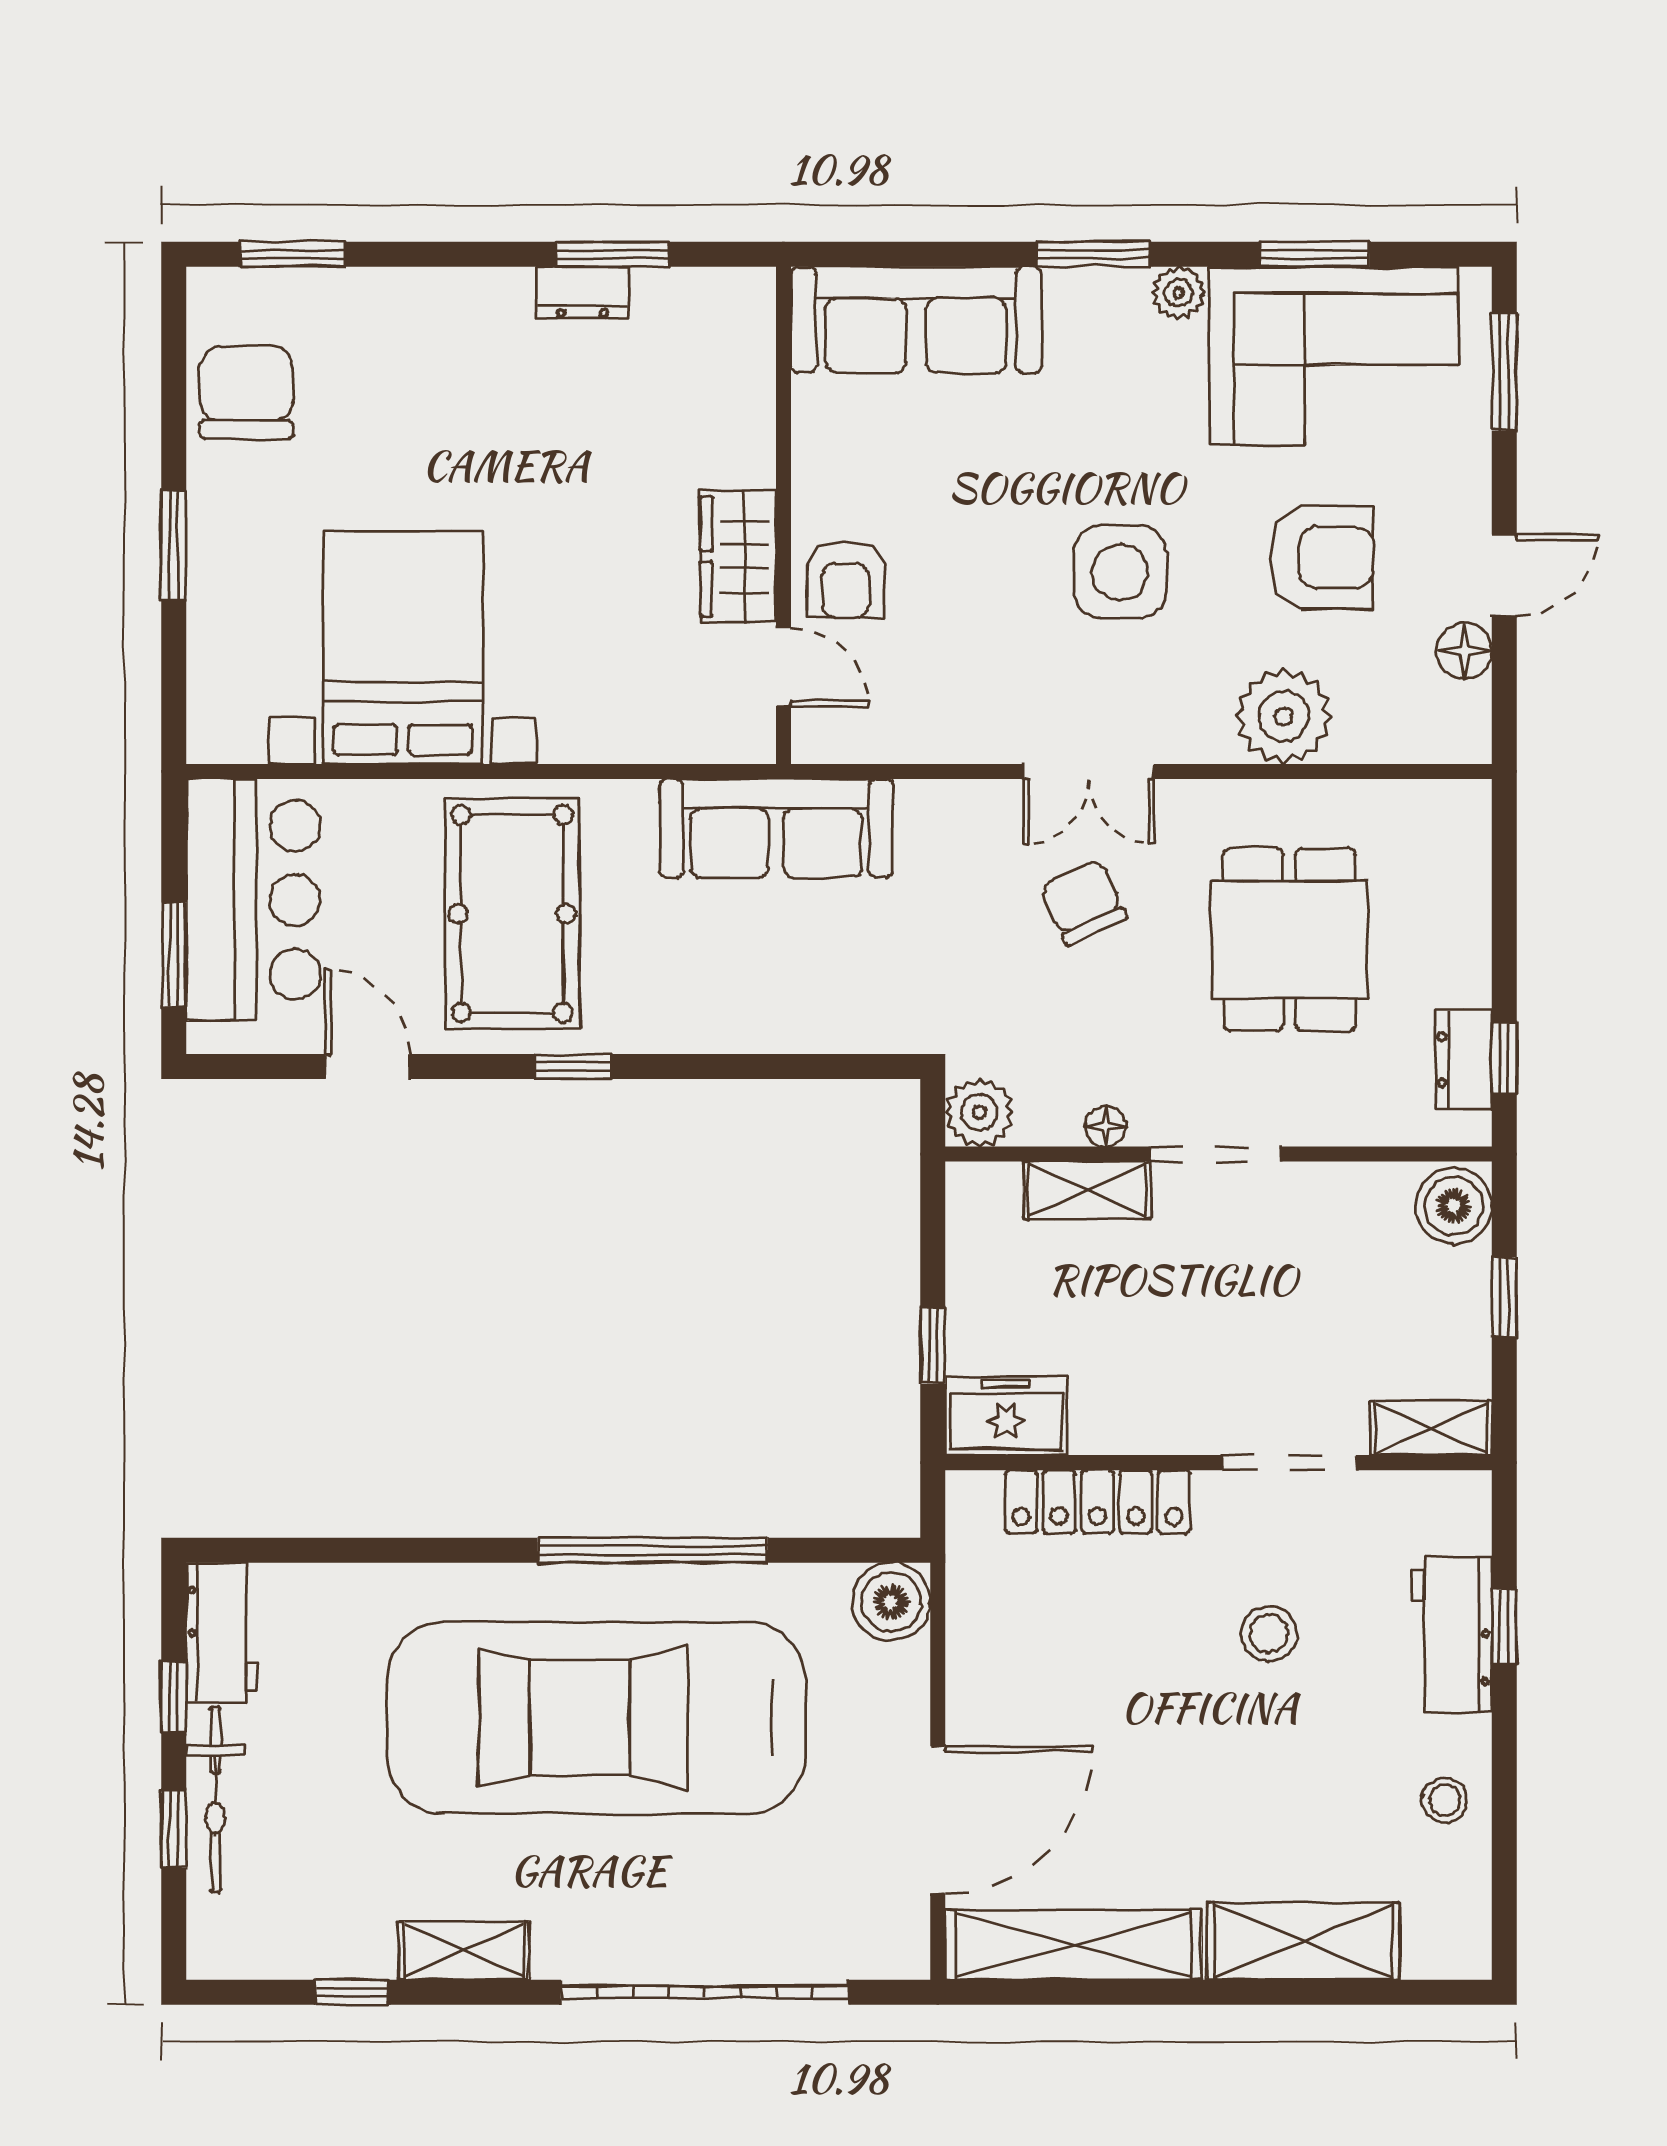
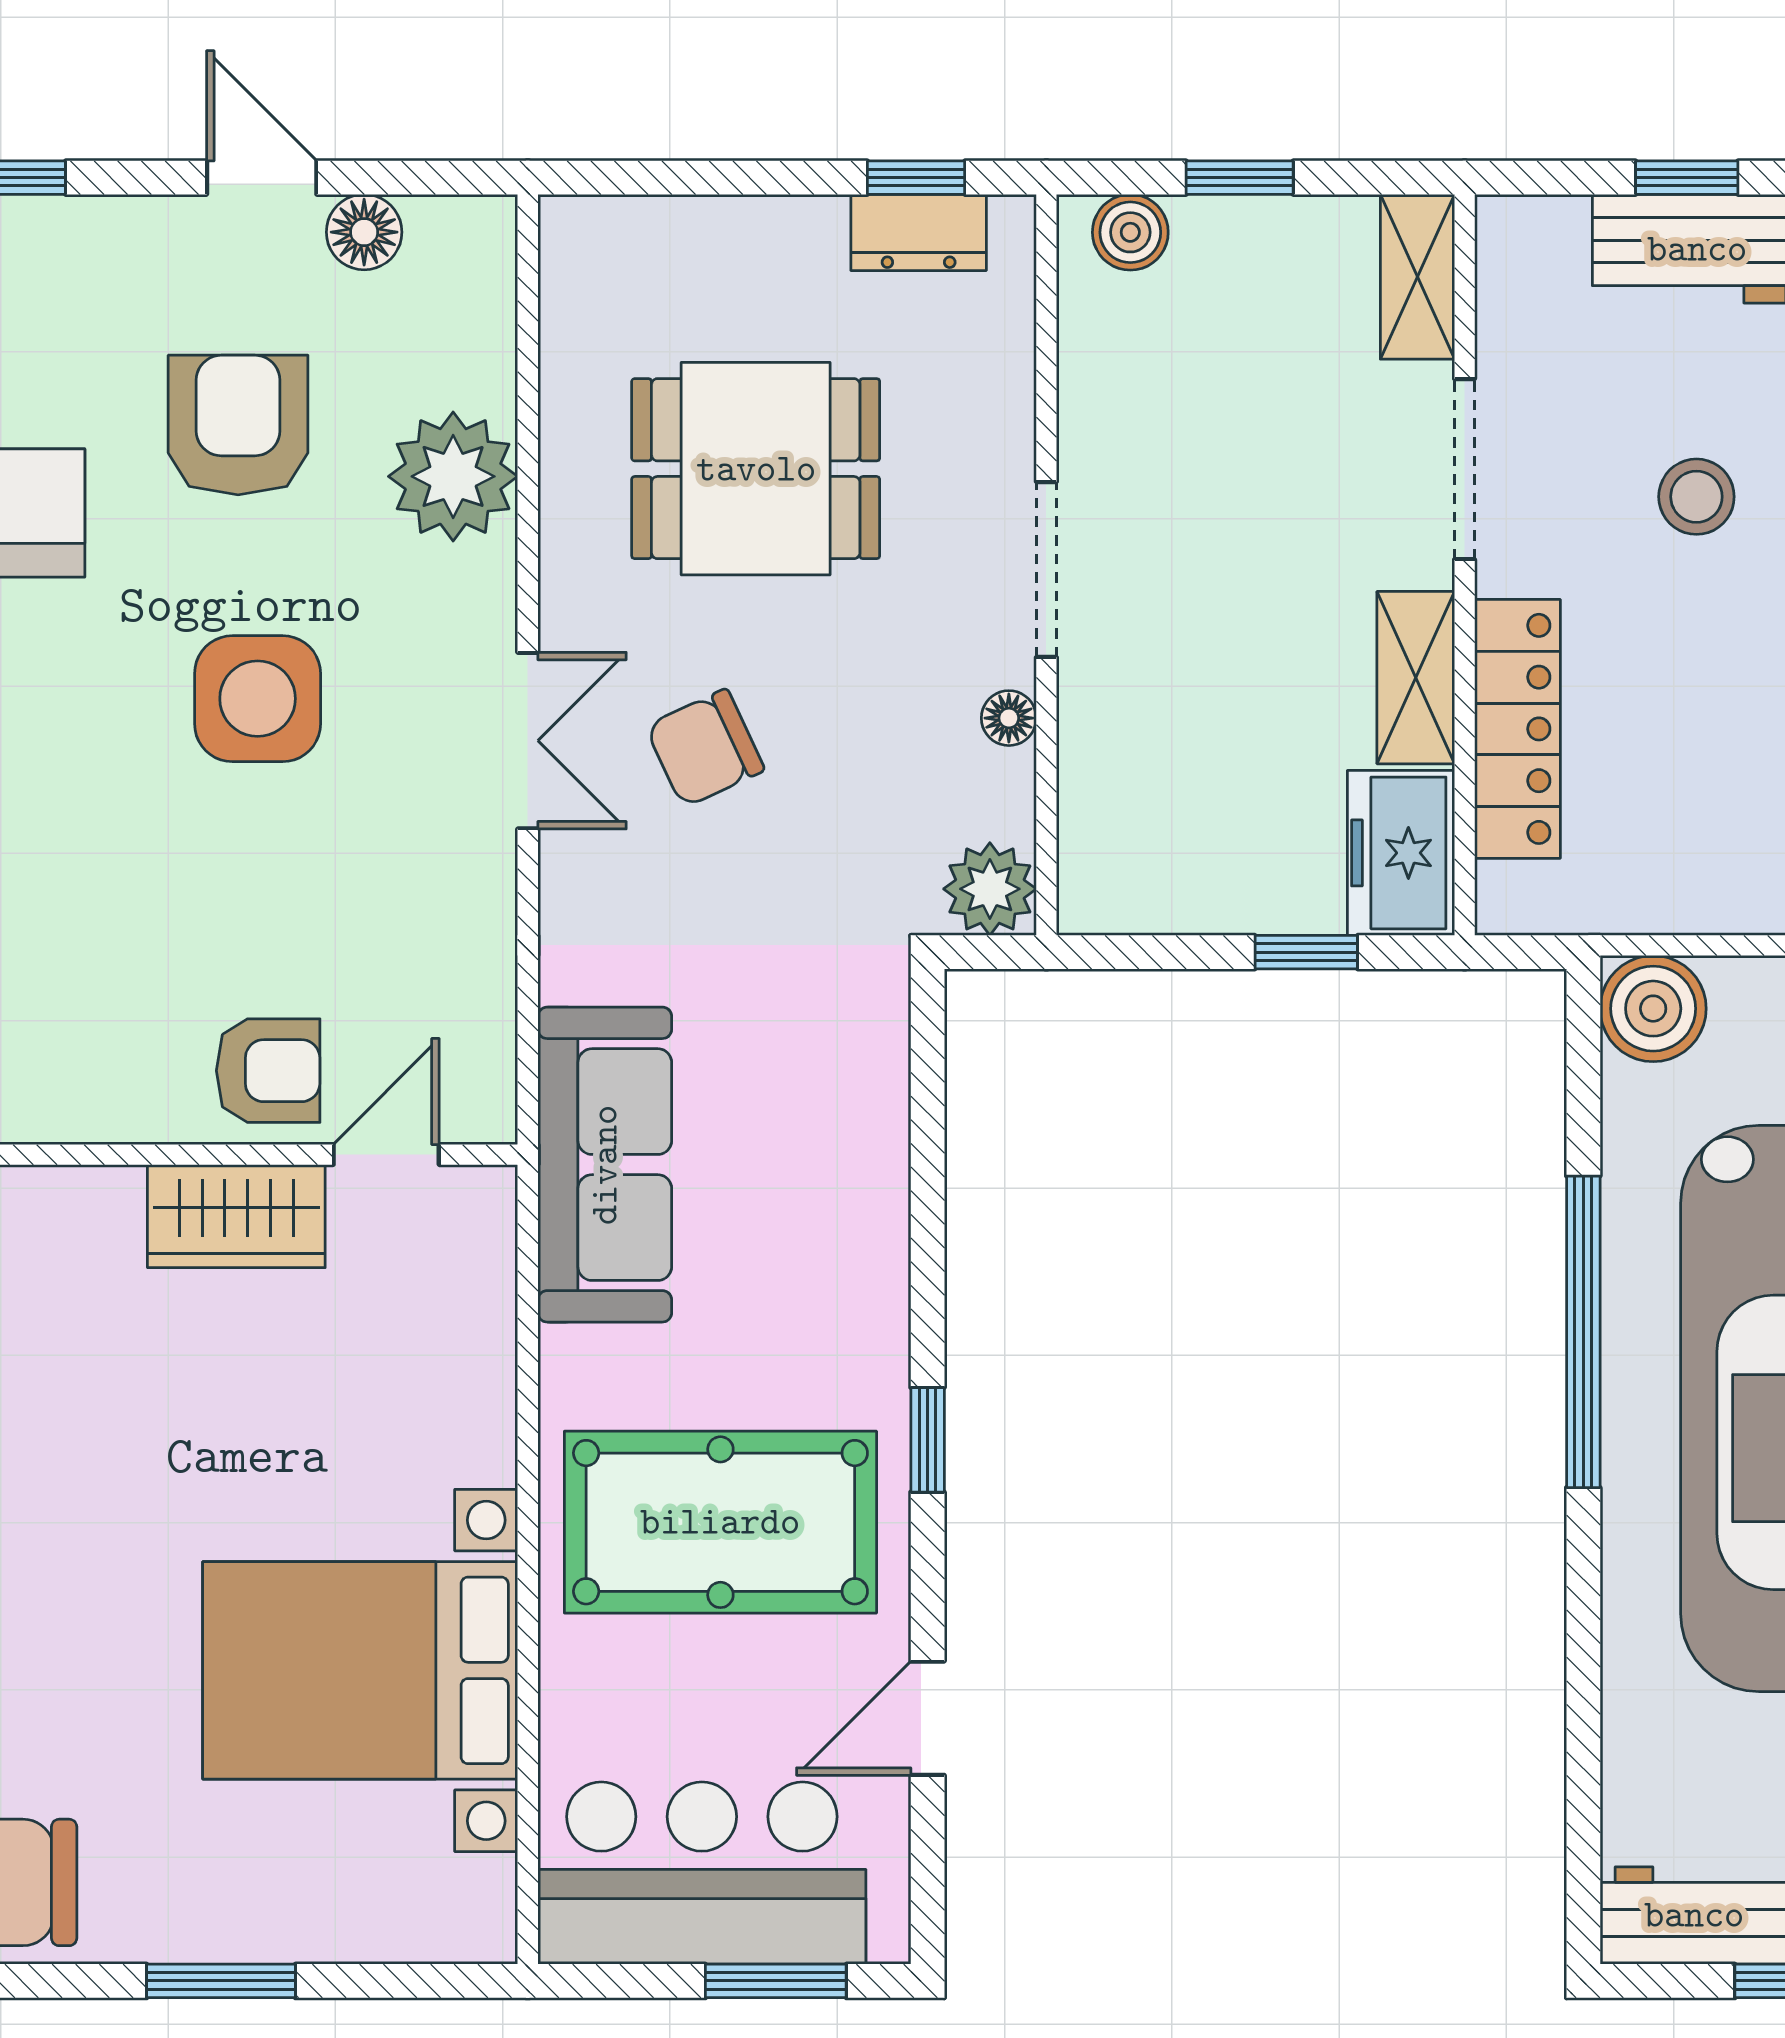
shelving: (1087, 1190) -> (1416, 678), moved
boiler: (1454, 1206) -> (1130, 232), width x0.73, depth x0.73

